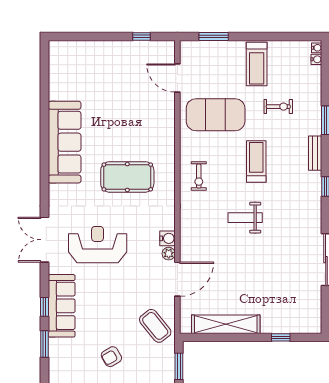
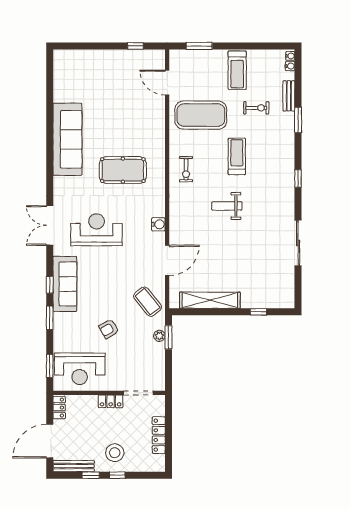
bench: (315, 153) -> (289, 96), moved
plant: (169, 254) -> (159, 336), moved

